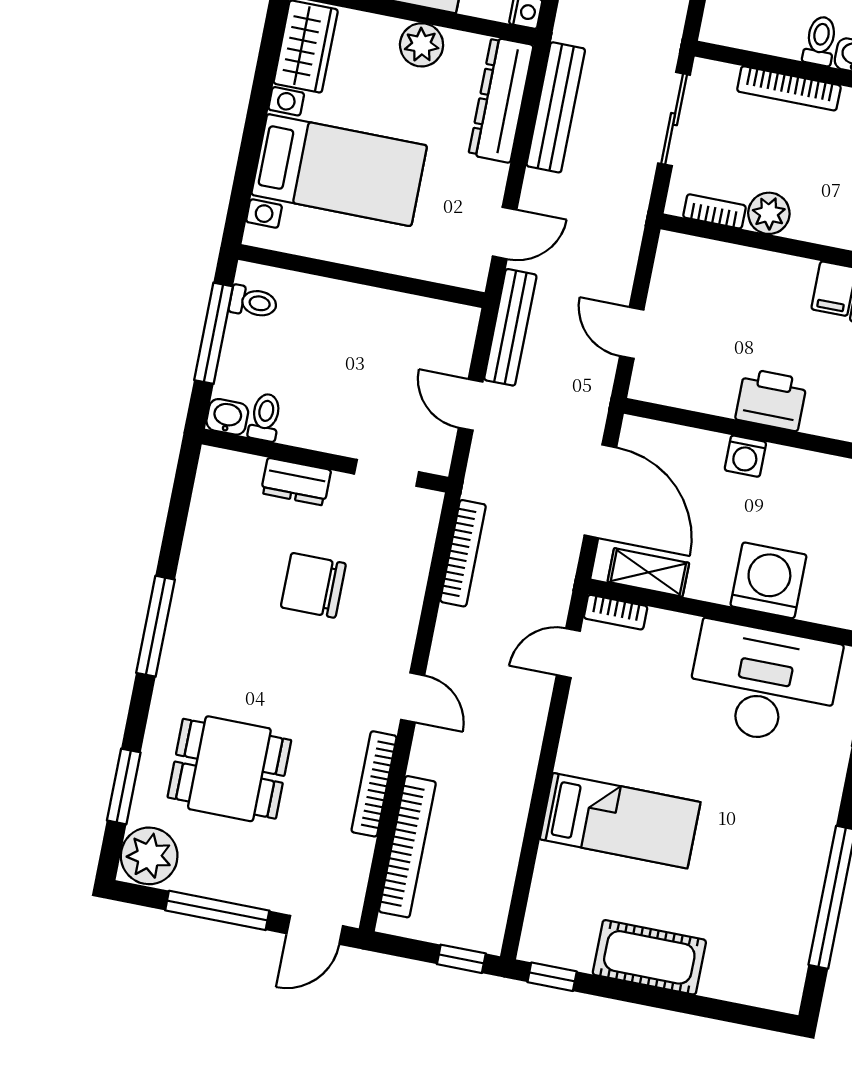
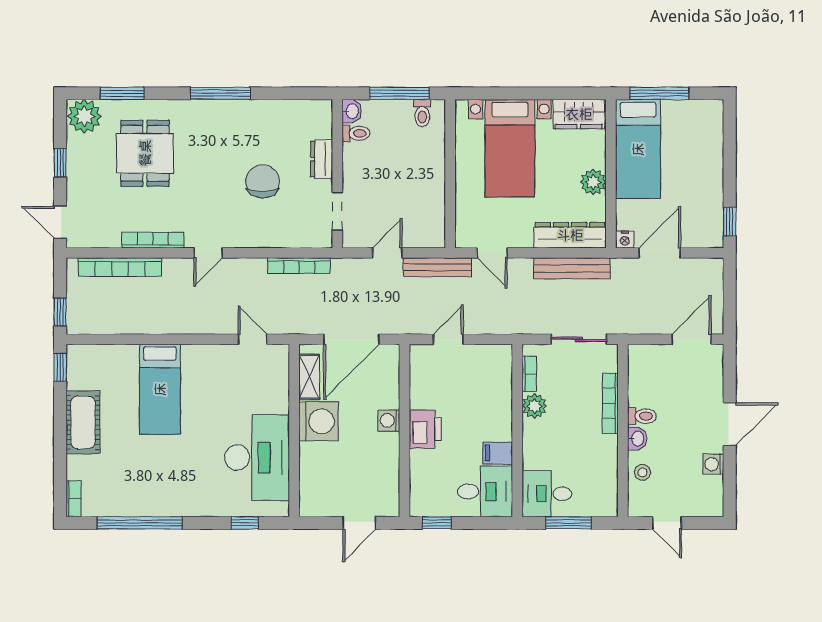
washing machine: (768, 580) -> (319, 421), moved
bookcase: (616, 612) -> (73, 499), moved, turned 180
window: (217, 910) -> (60, 163), width x0.46

